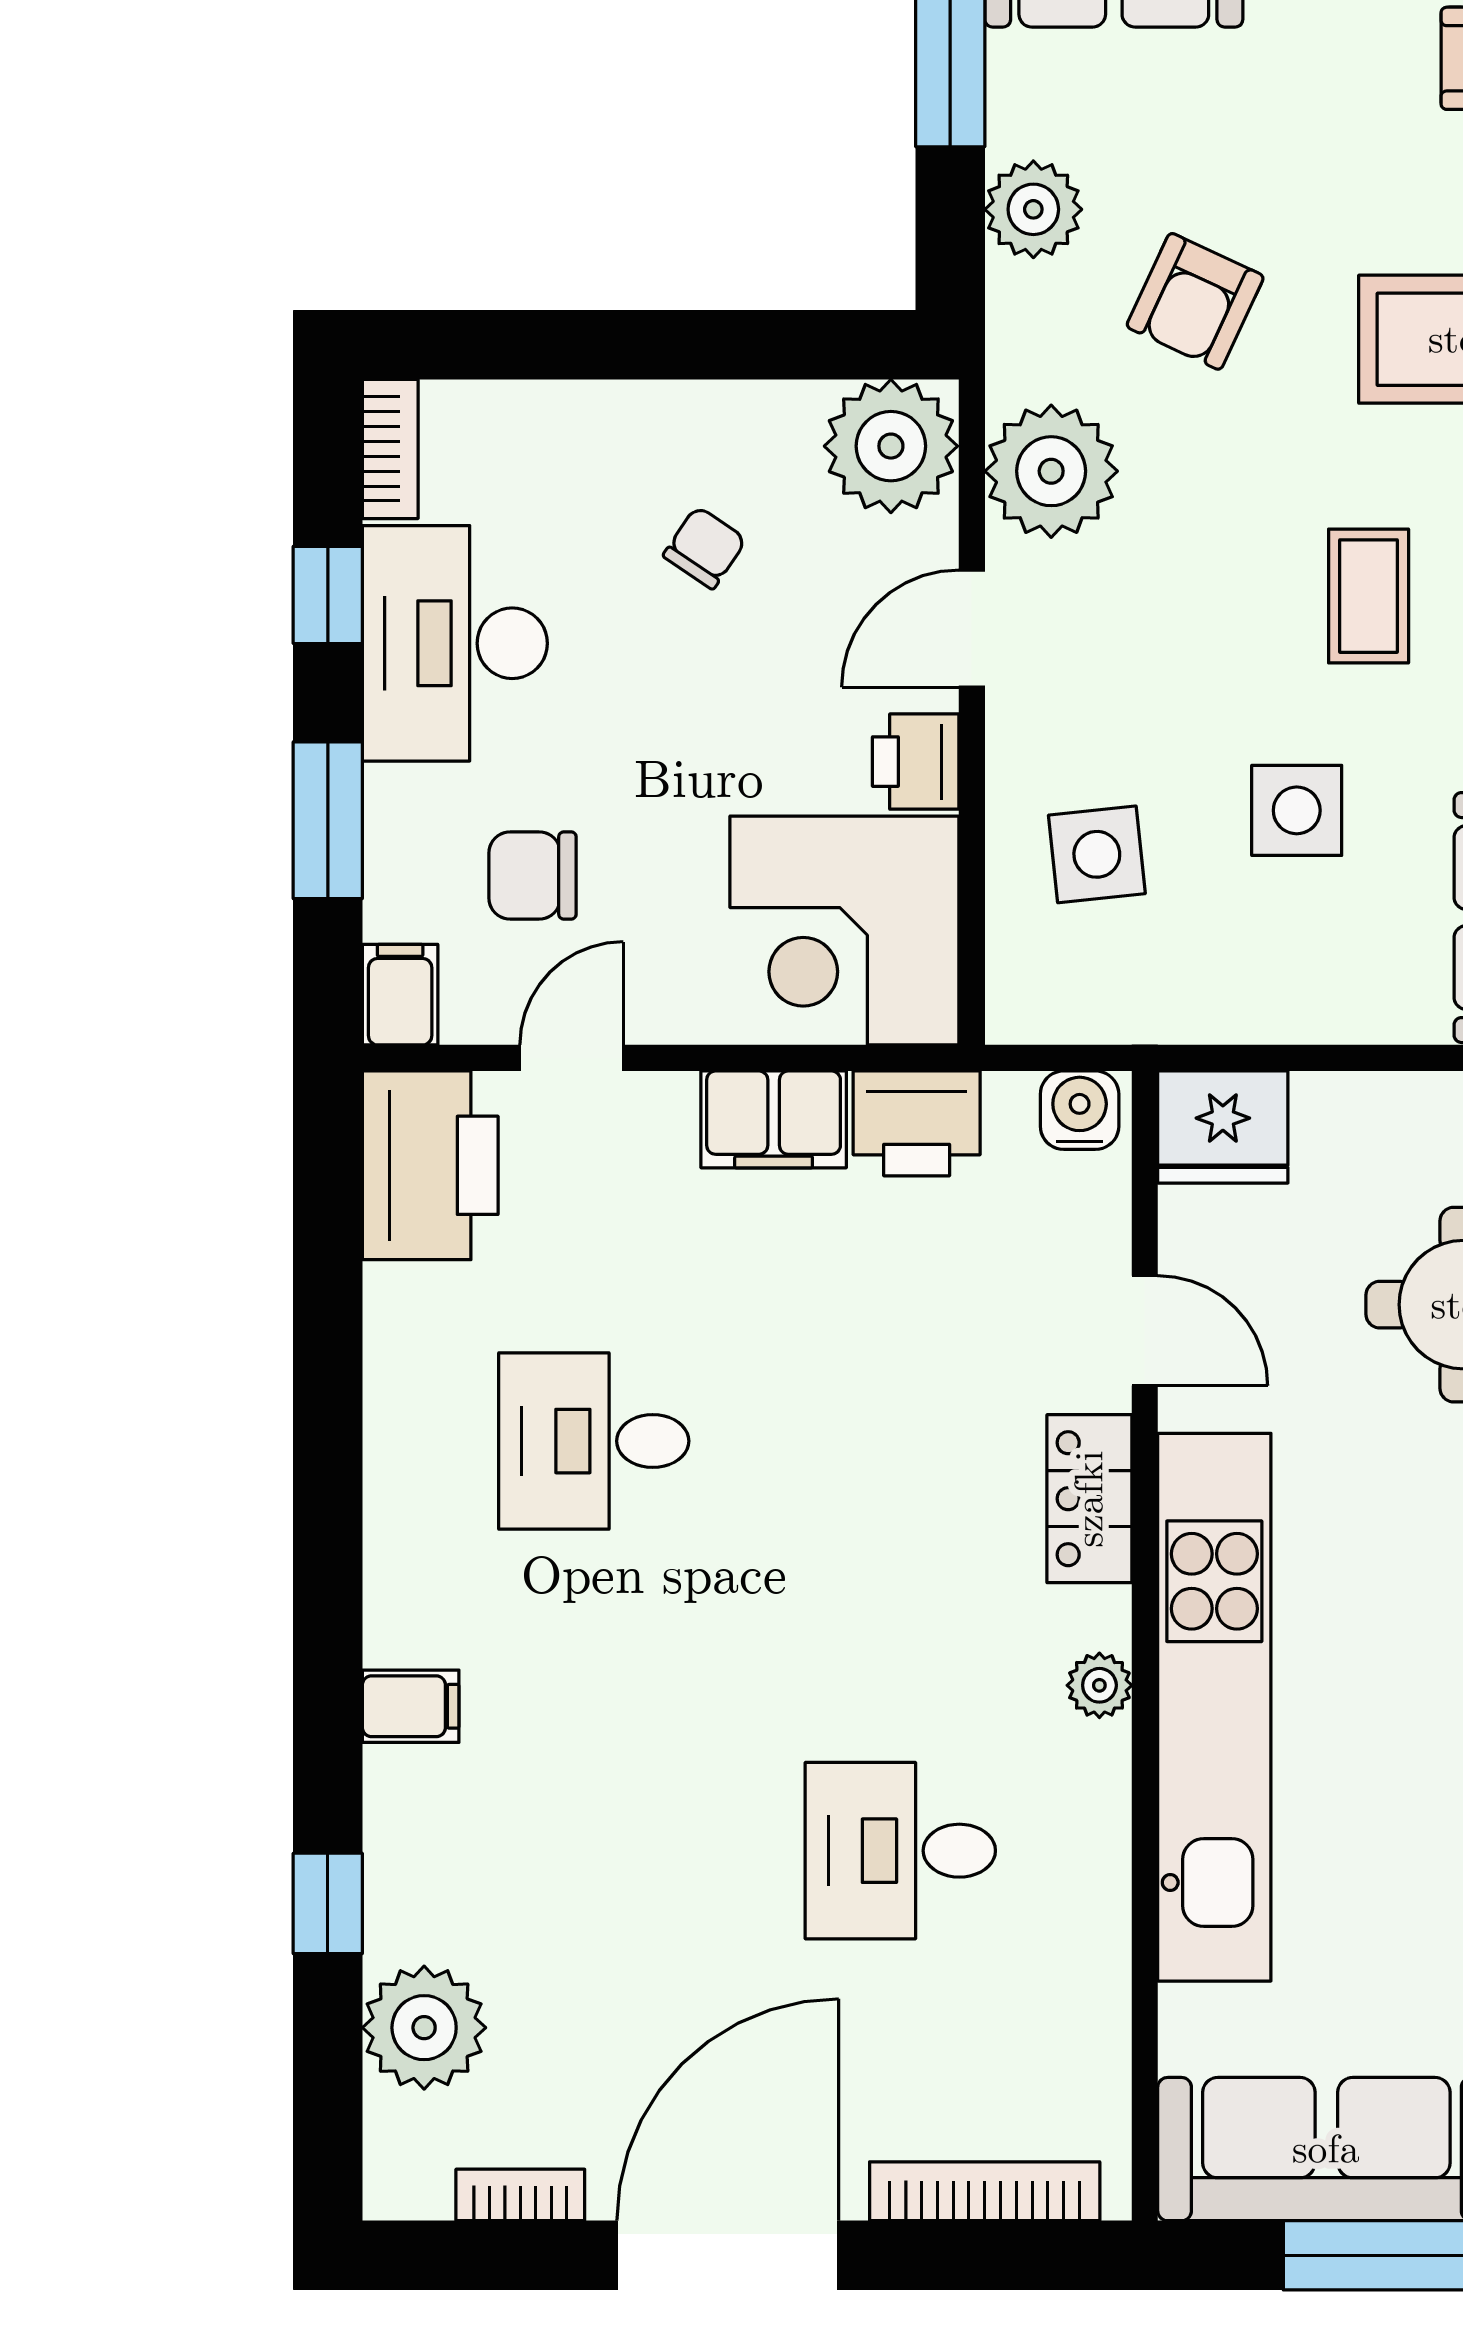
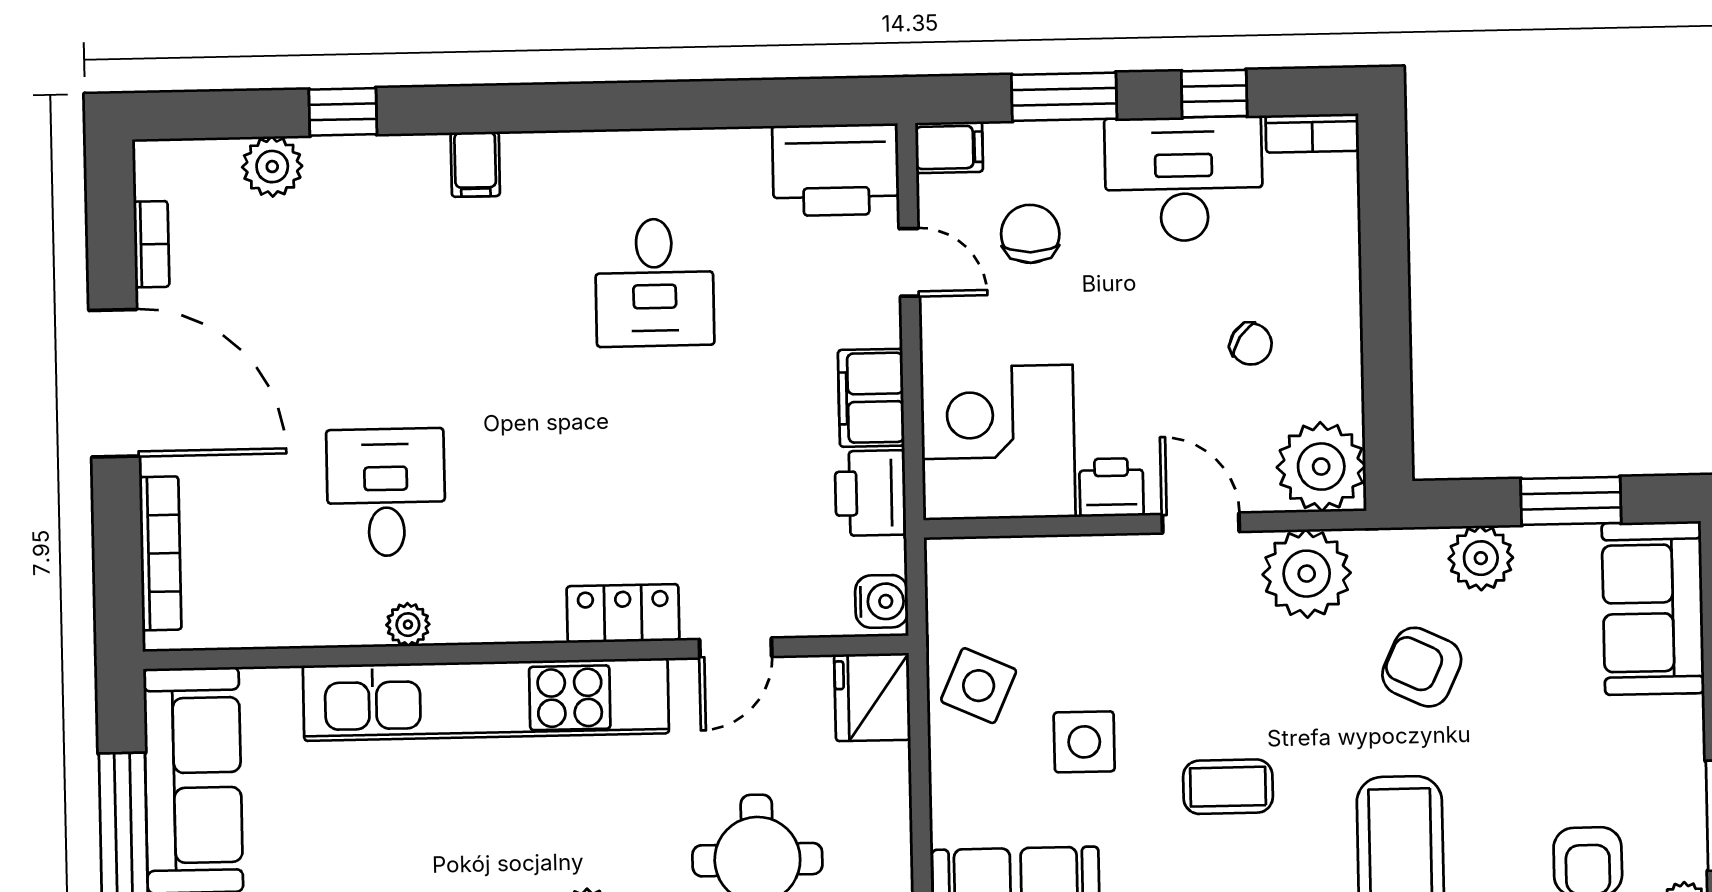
side table: (1097, 854) -> (979, 686), moved, turned 30
desk: (594, 1441) -> (654, 283), turned 180
plant: (1099, 1685) -> (408, 625), moved
plant: (424, 2028) -> (272, 167), width x0.73, depth x0.73

